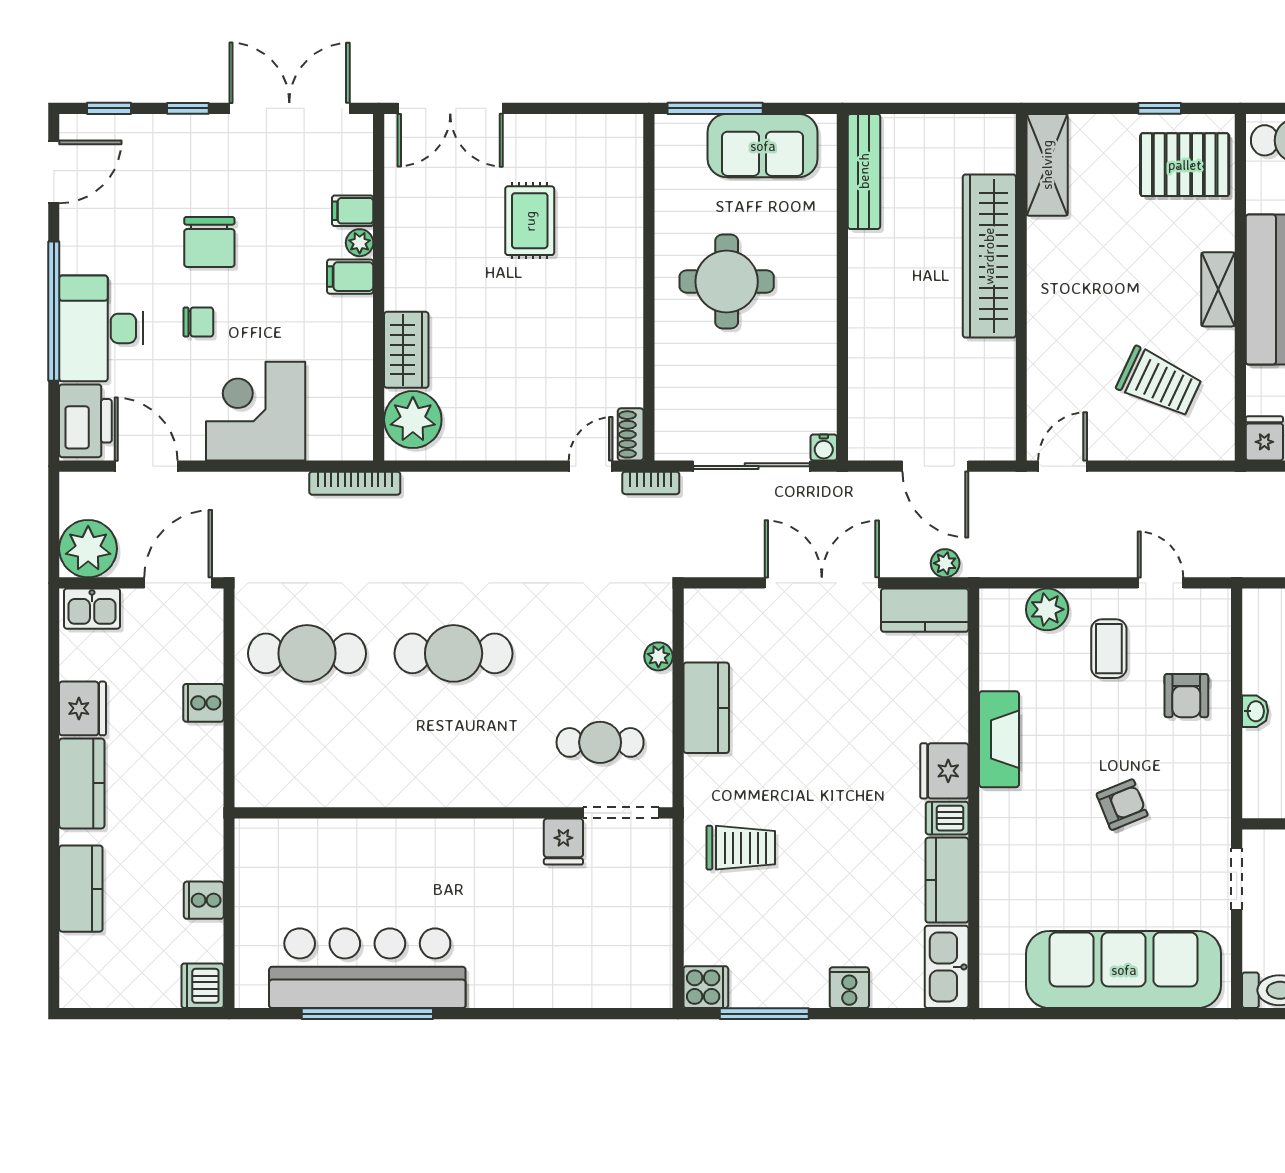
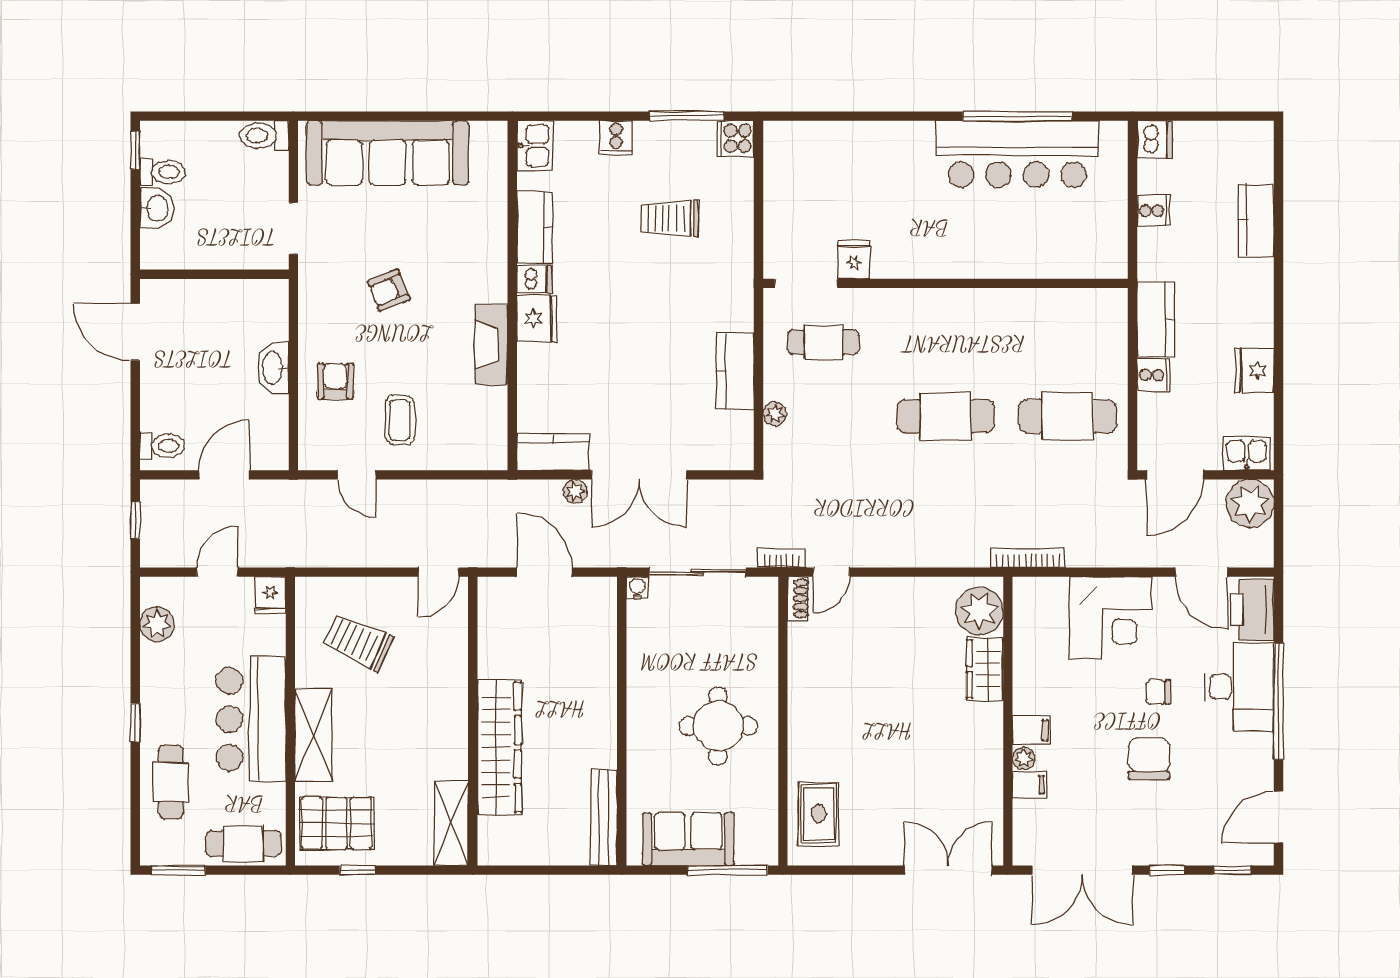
rug: (530, 221) -> (818, 814), moved
shelving: (1218, 289) -> (313, 735), width x1.50, depth x1.33
plant: (945, 563) -> (575, 491), moved
plant: (1047, 609) -> (451, 453), removed
washbasin: (1255, 711) -> (273, 368), width x1.91, depth x1.45
kitchen counter: (82, 783) -> (1156, 319), moved, turned 180
trolley: (741, 848) -> (670, 218), moved
kitchen sink: (947, 967) -> (535, 146), width x0.73

